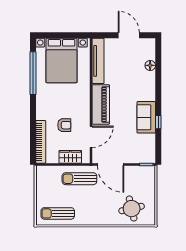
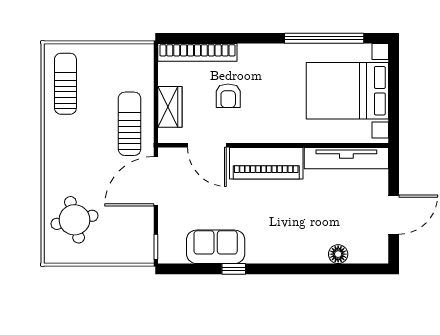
sofa: (146, 117) -> (216, 247), moved

